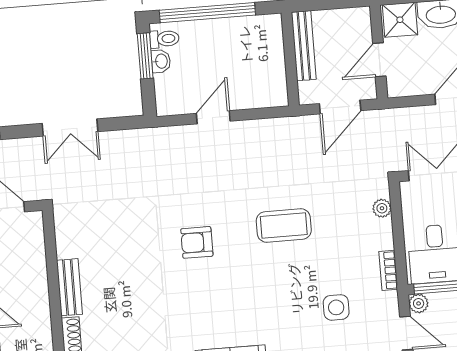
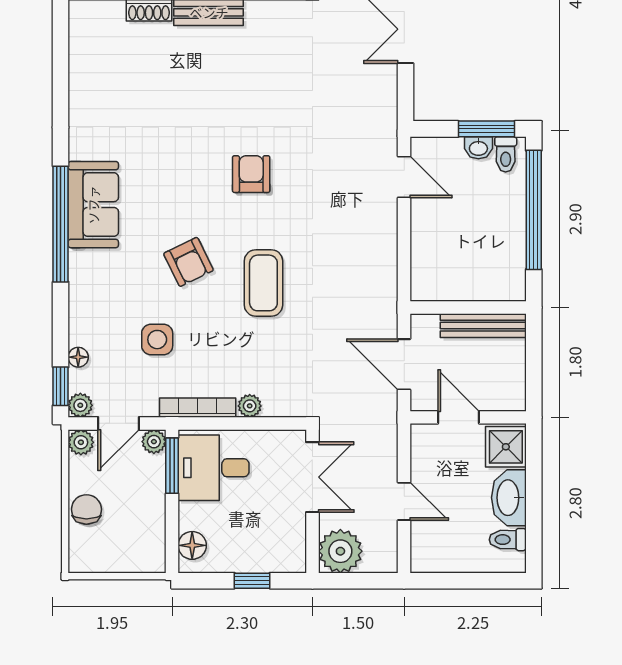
door: (213, 117) -> (404, 177), moved
plant: (382, 208) -> (250, 406), moved
bookcase: (388, 270) -> (198, 408), width x1.56
armchair: (272, 287) -> (188, 262), added

